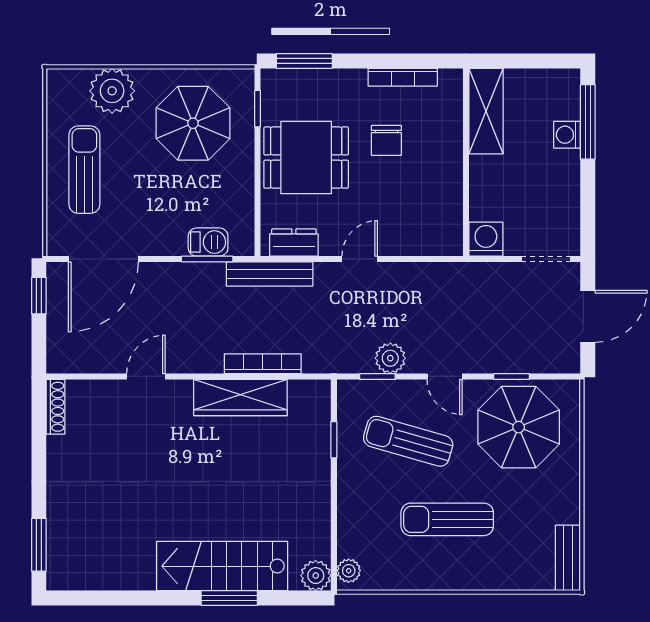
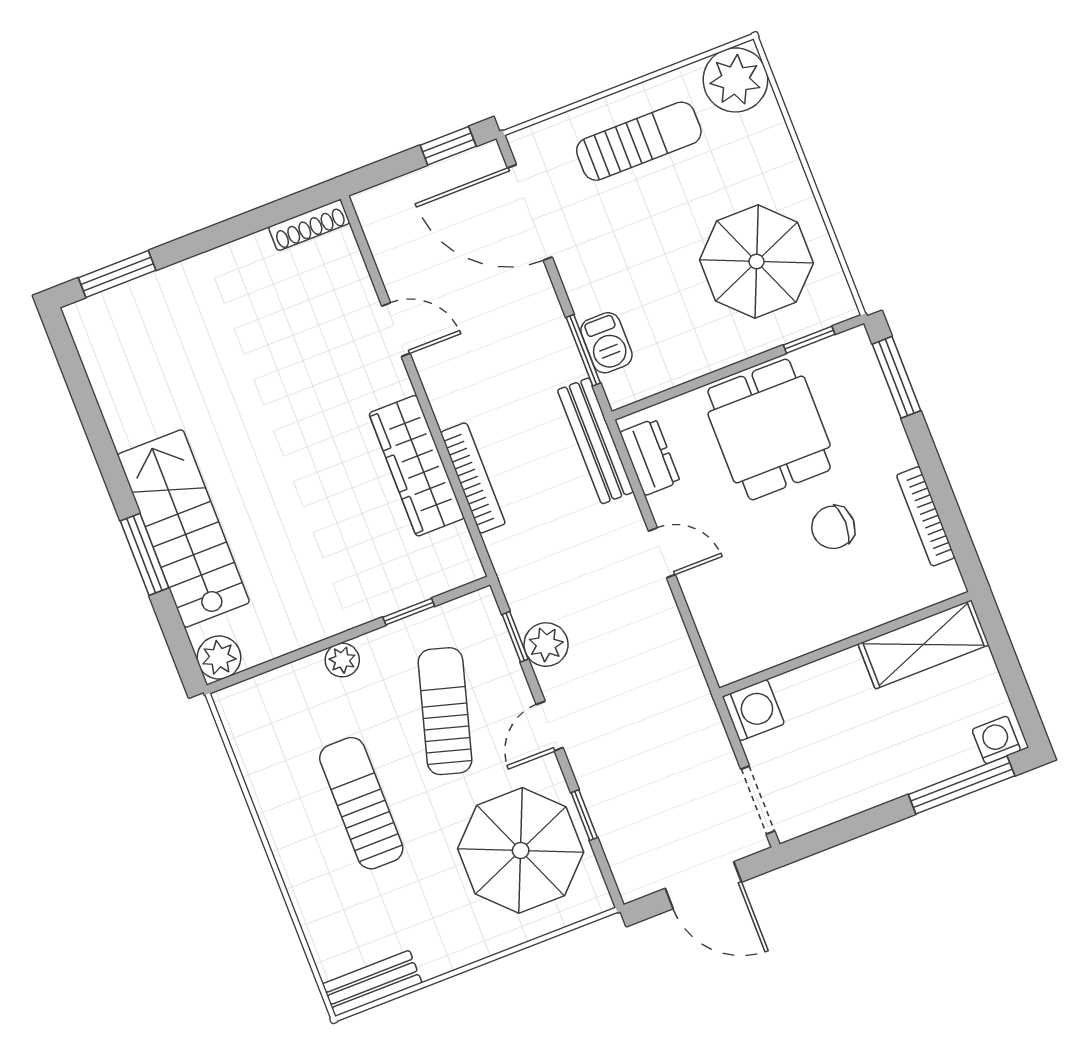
plant: (112, 91) -> (735, 80), moved
washing machine: (567, 135) -> (996, 740), moved
plant: (349, 571) -> (342, 660), moved

